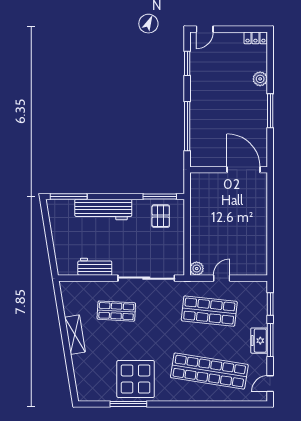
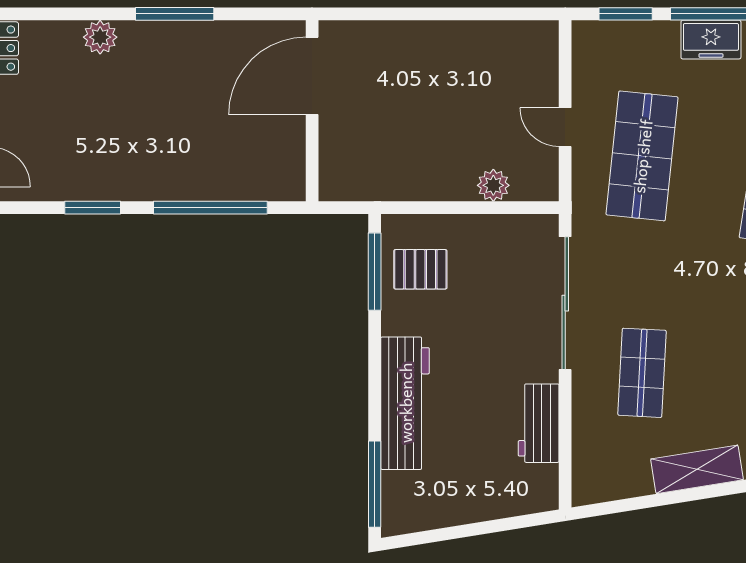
window: (187, 63) -> (93, 208), moved
plant: (197, 269) -> (493, 185), moved

